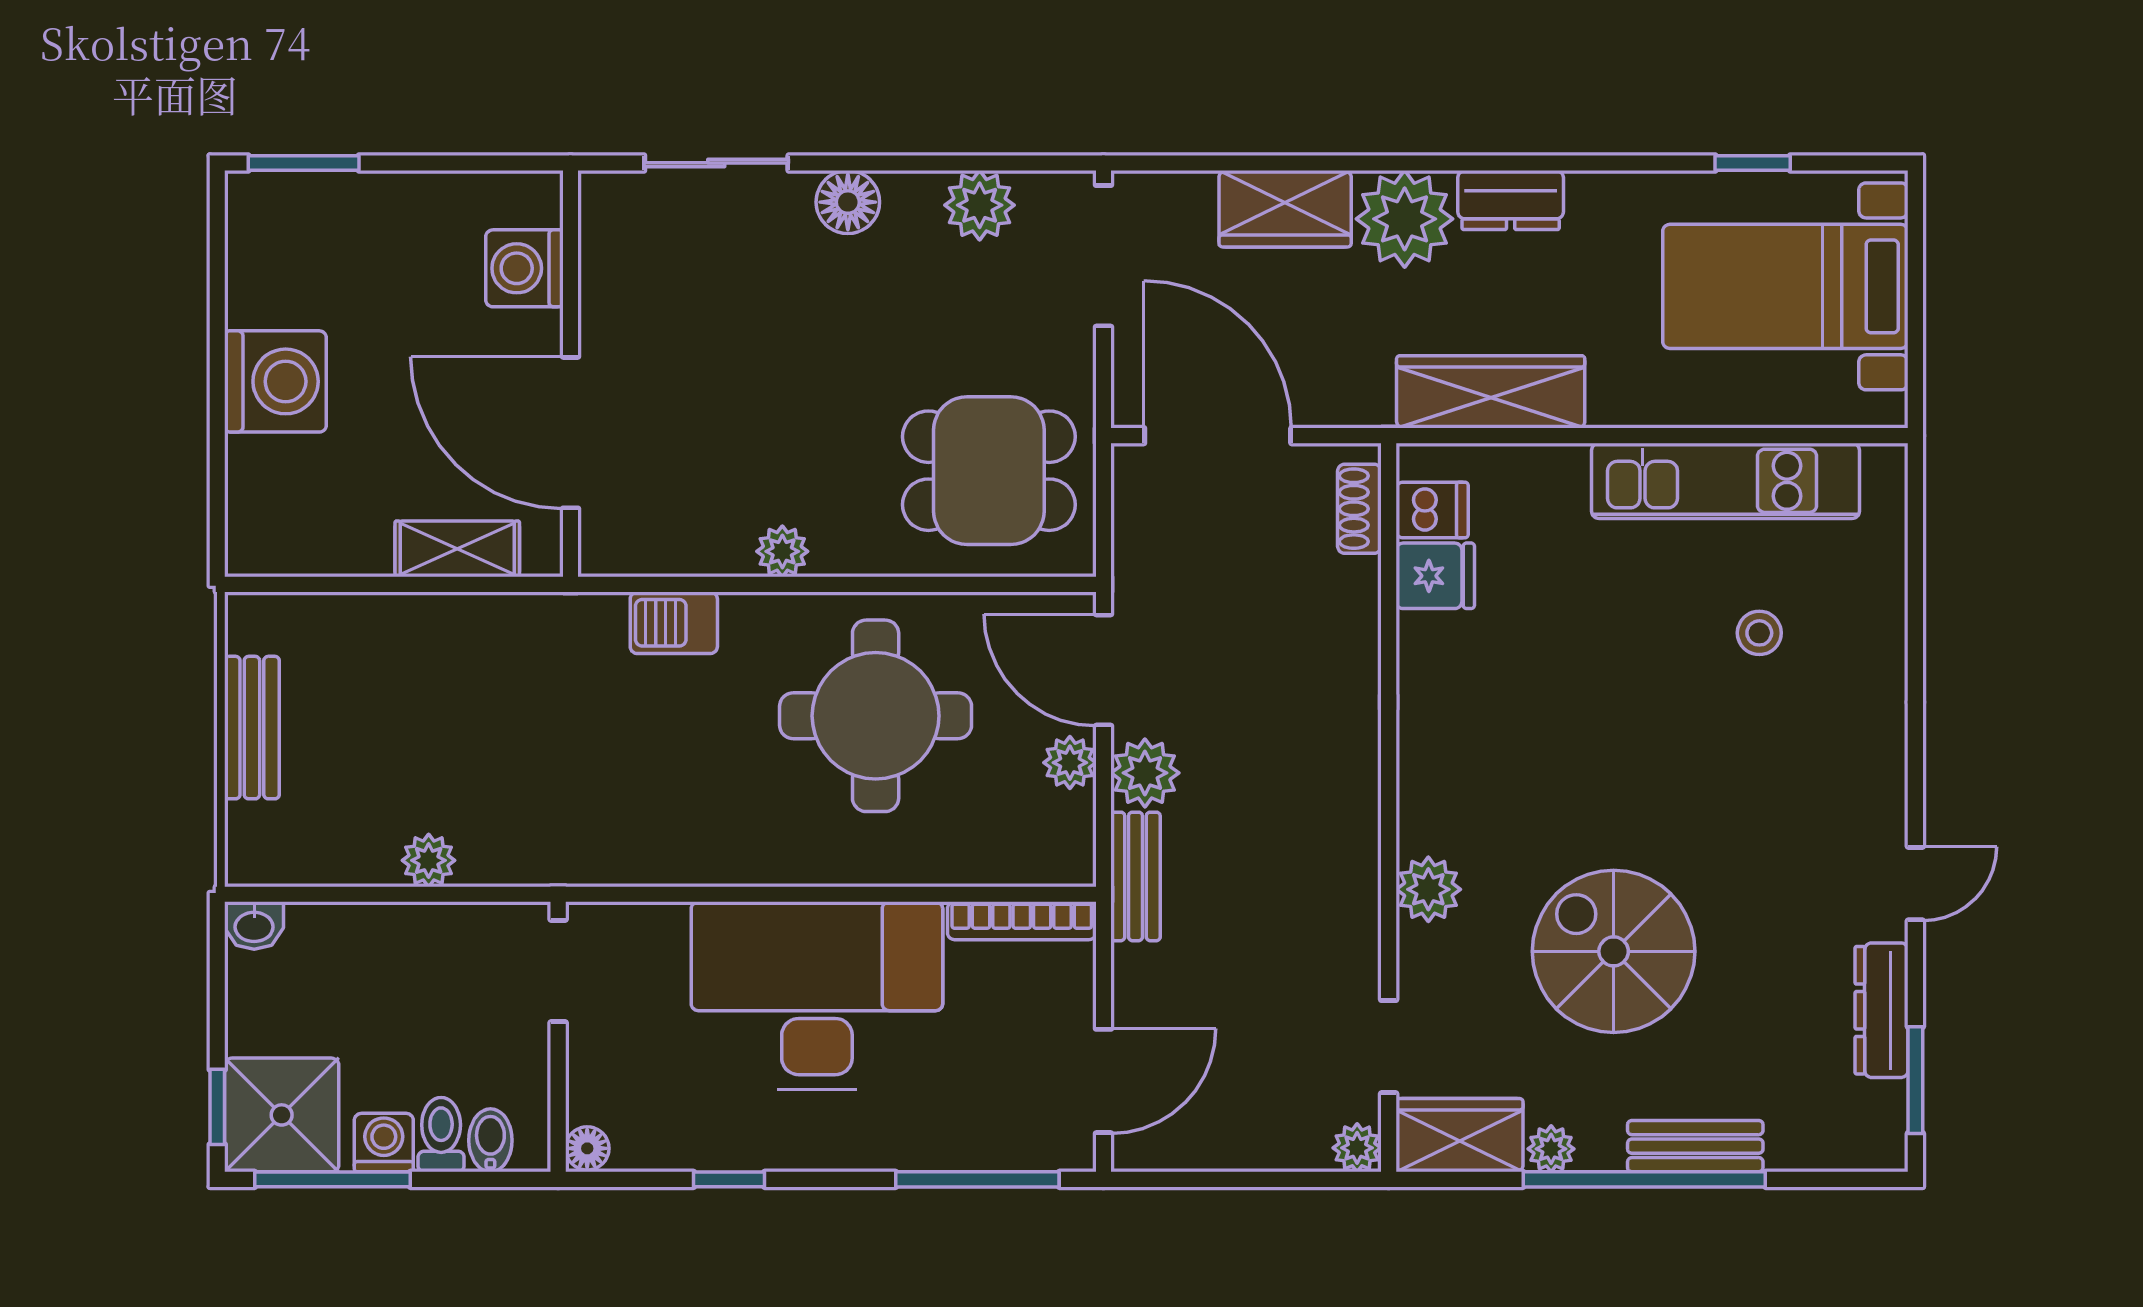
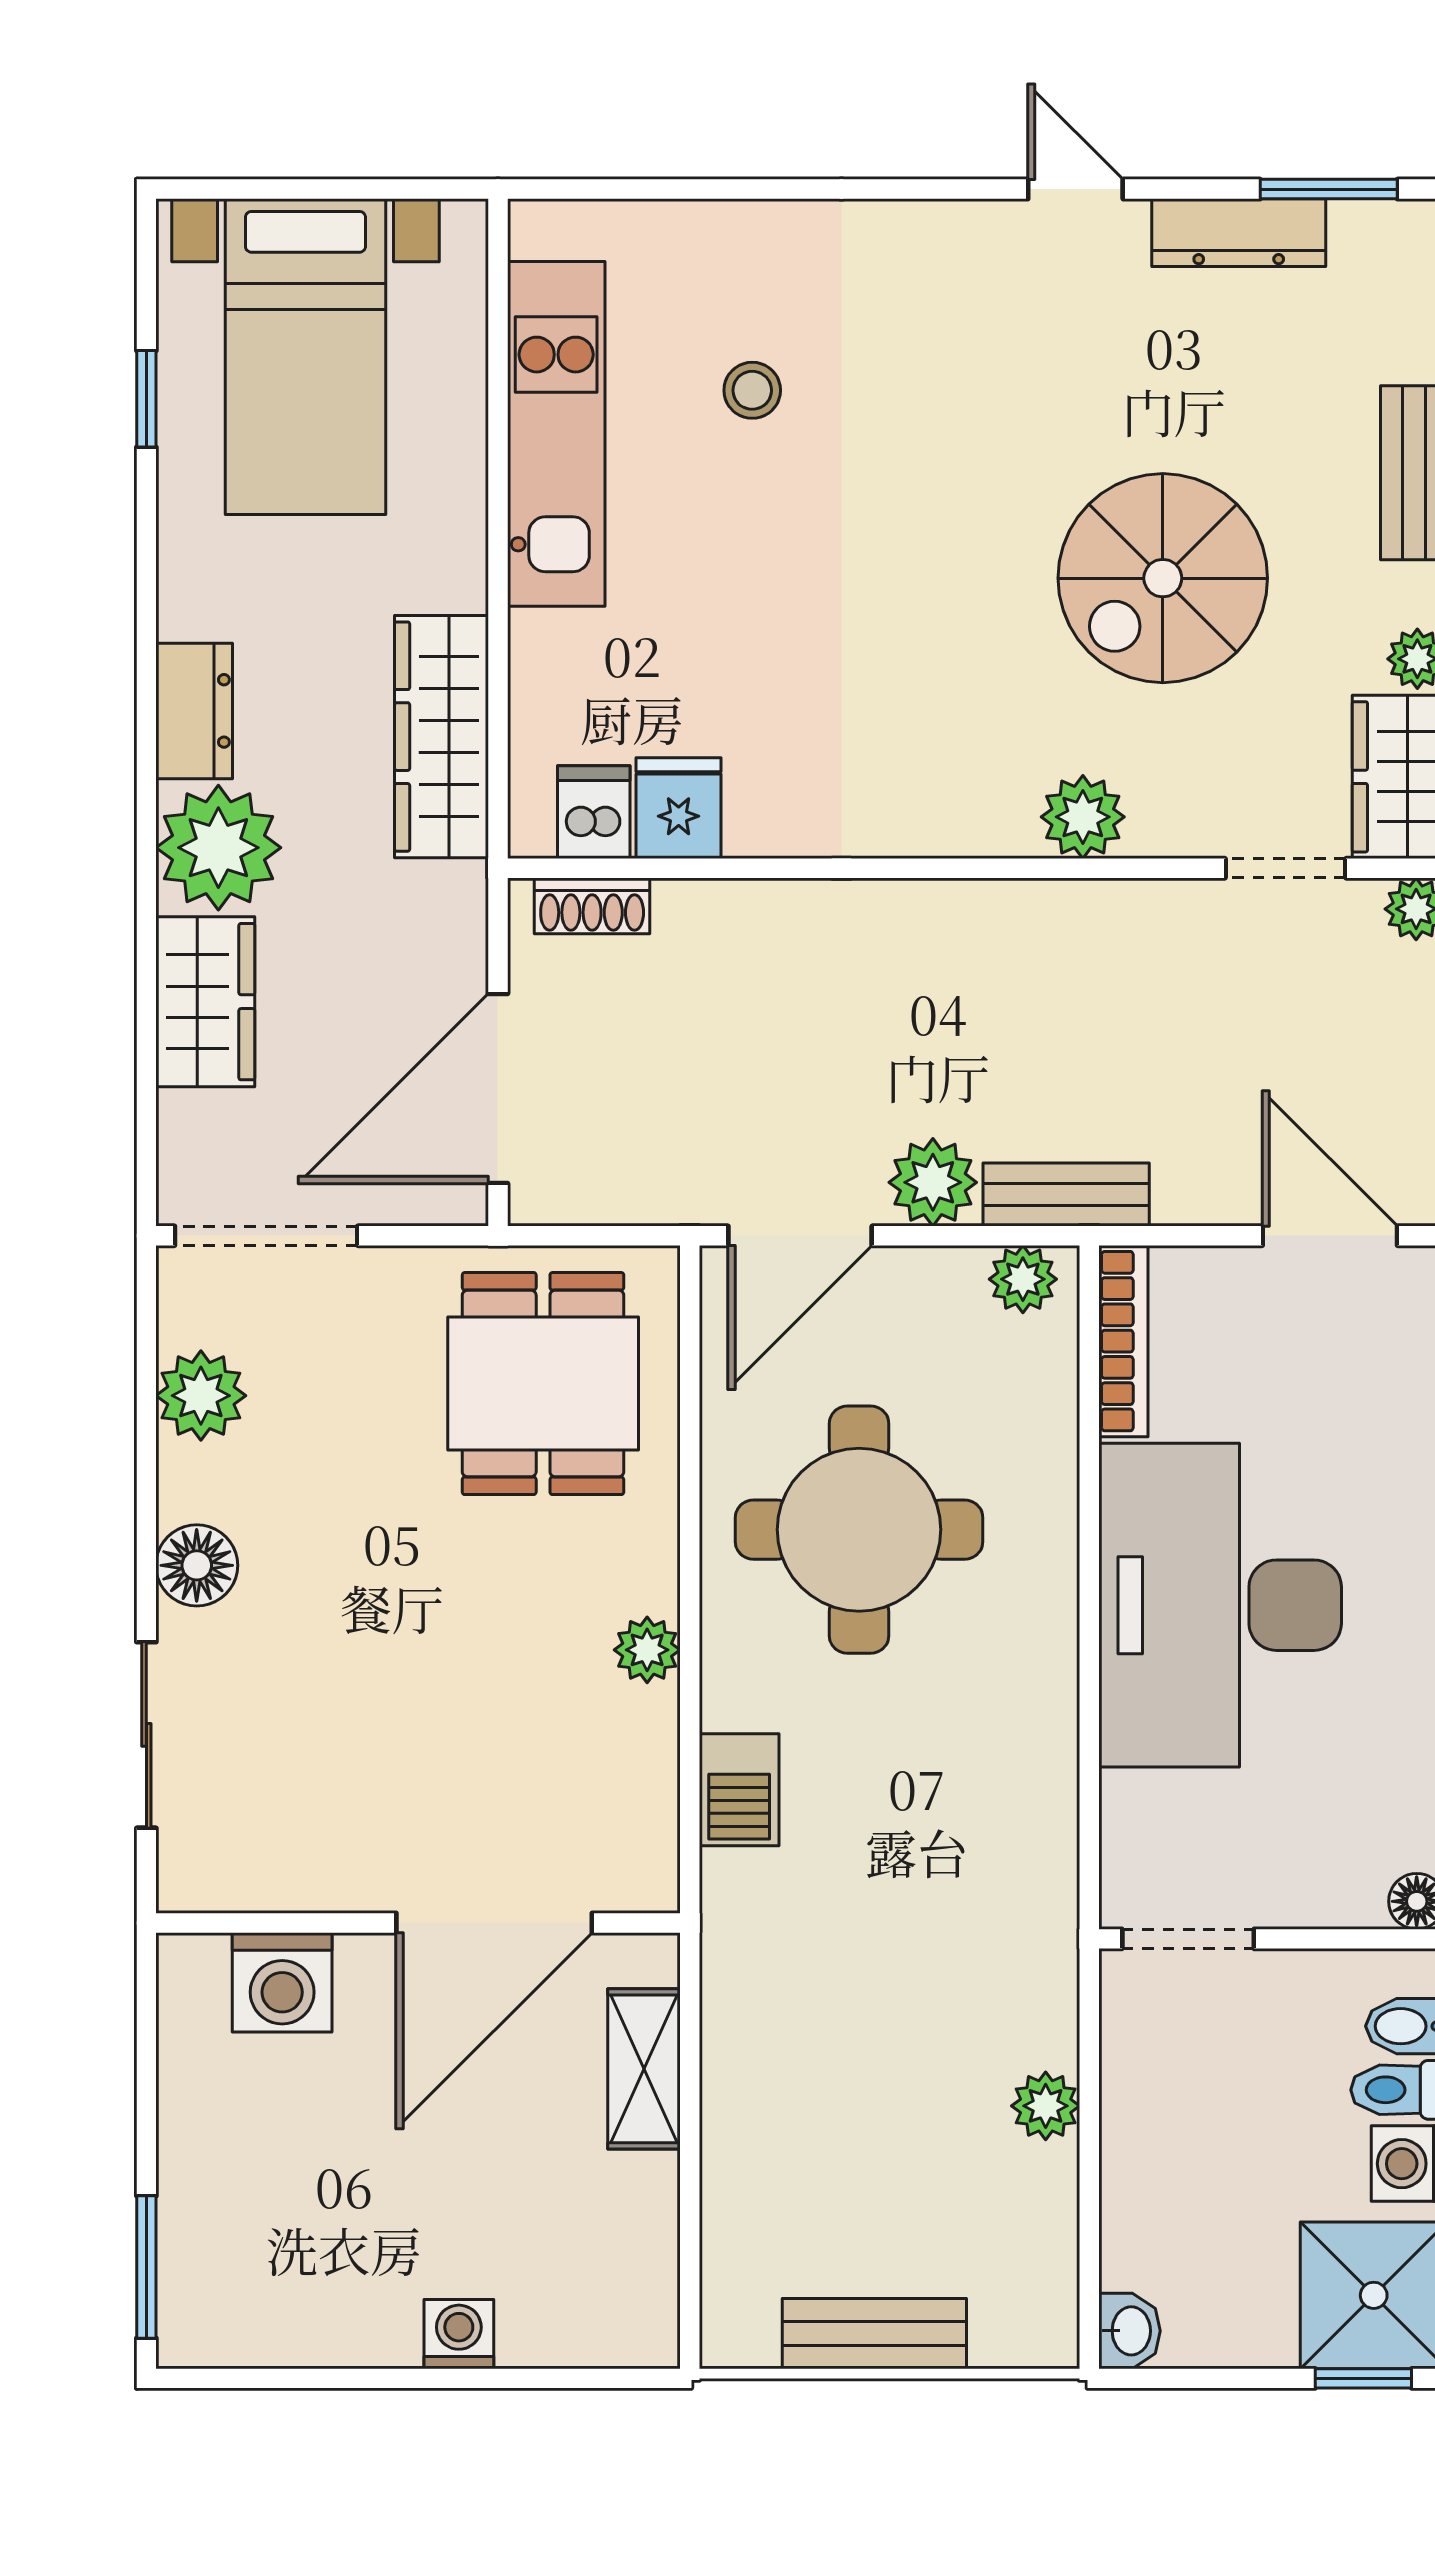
washing machine: (275, 381) -> (459, 2334), width x0.53, depth x0.53
plant: (1070, 763) -> (1023, 1279), moved

